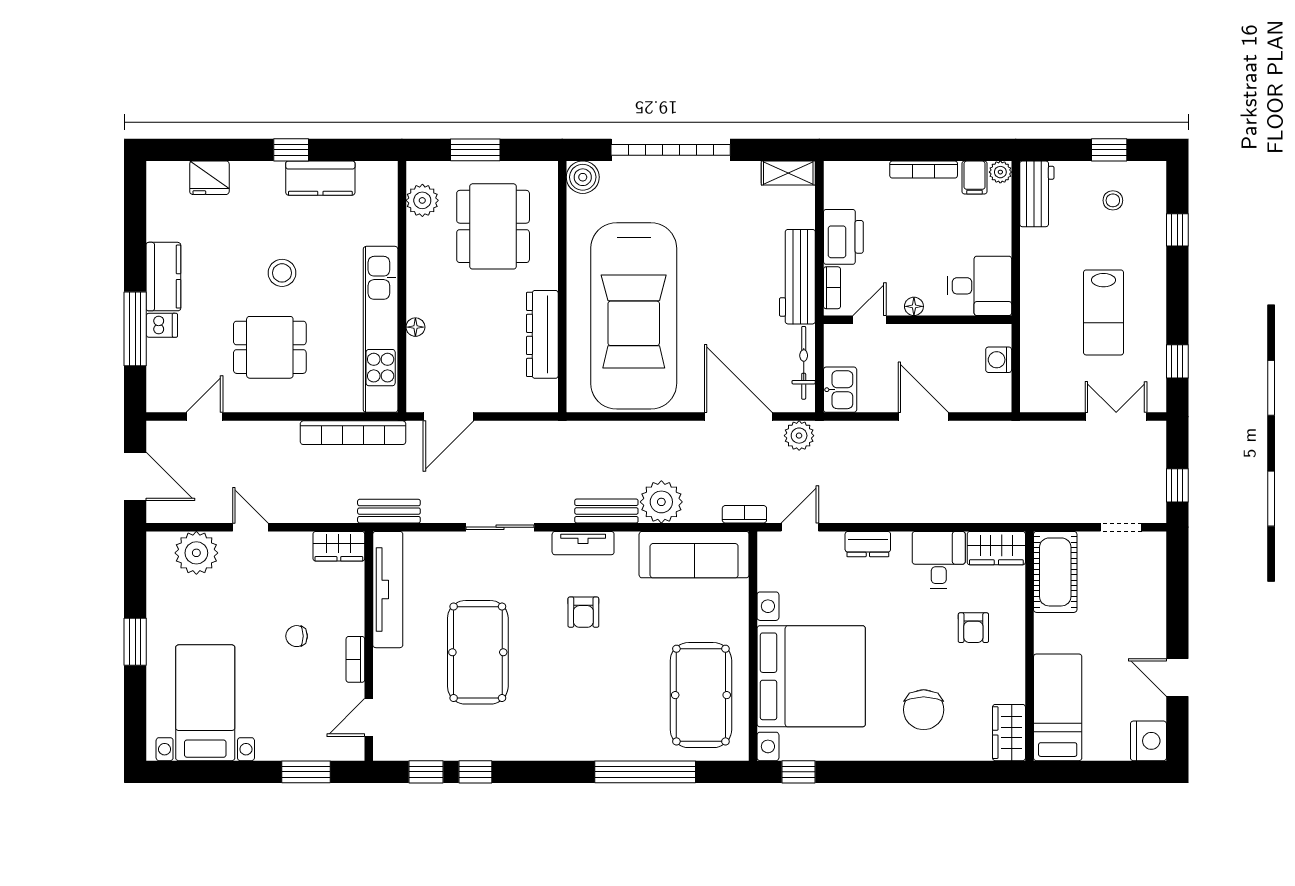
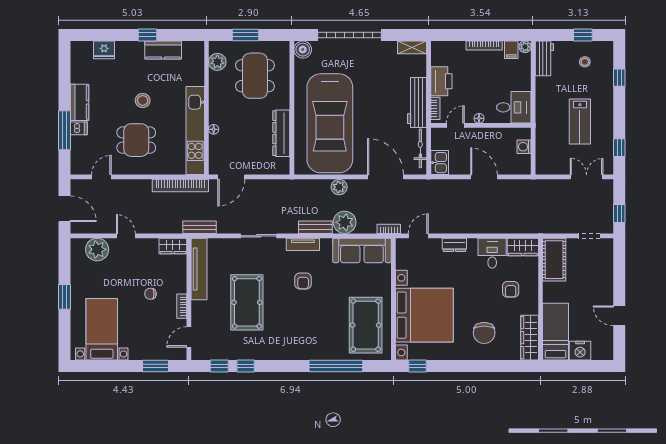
plant: (799, 436) -> (339, 187), moved
wardrobe: (1009, 733) -> (530, 338), width x1.50
nightstand: (1148, 741) -> (580, 351), moved, turned 90

